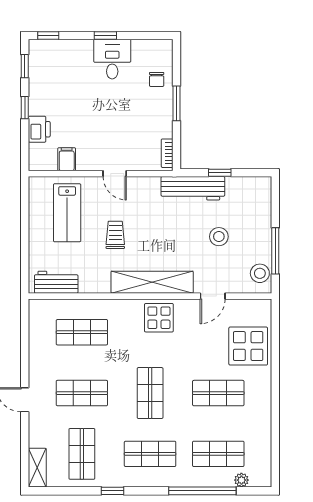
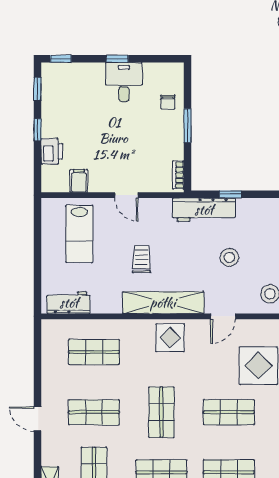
trolley: (115, 235) -> (141, 259), moved

